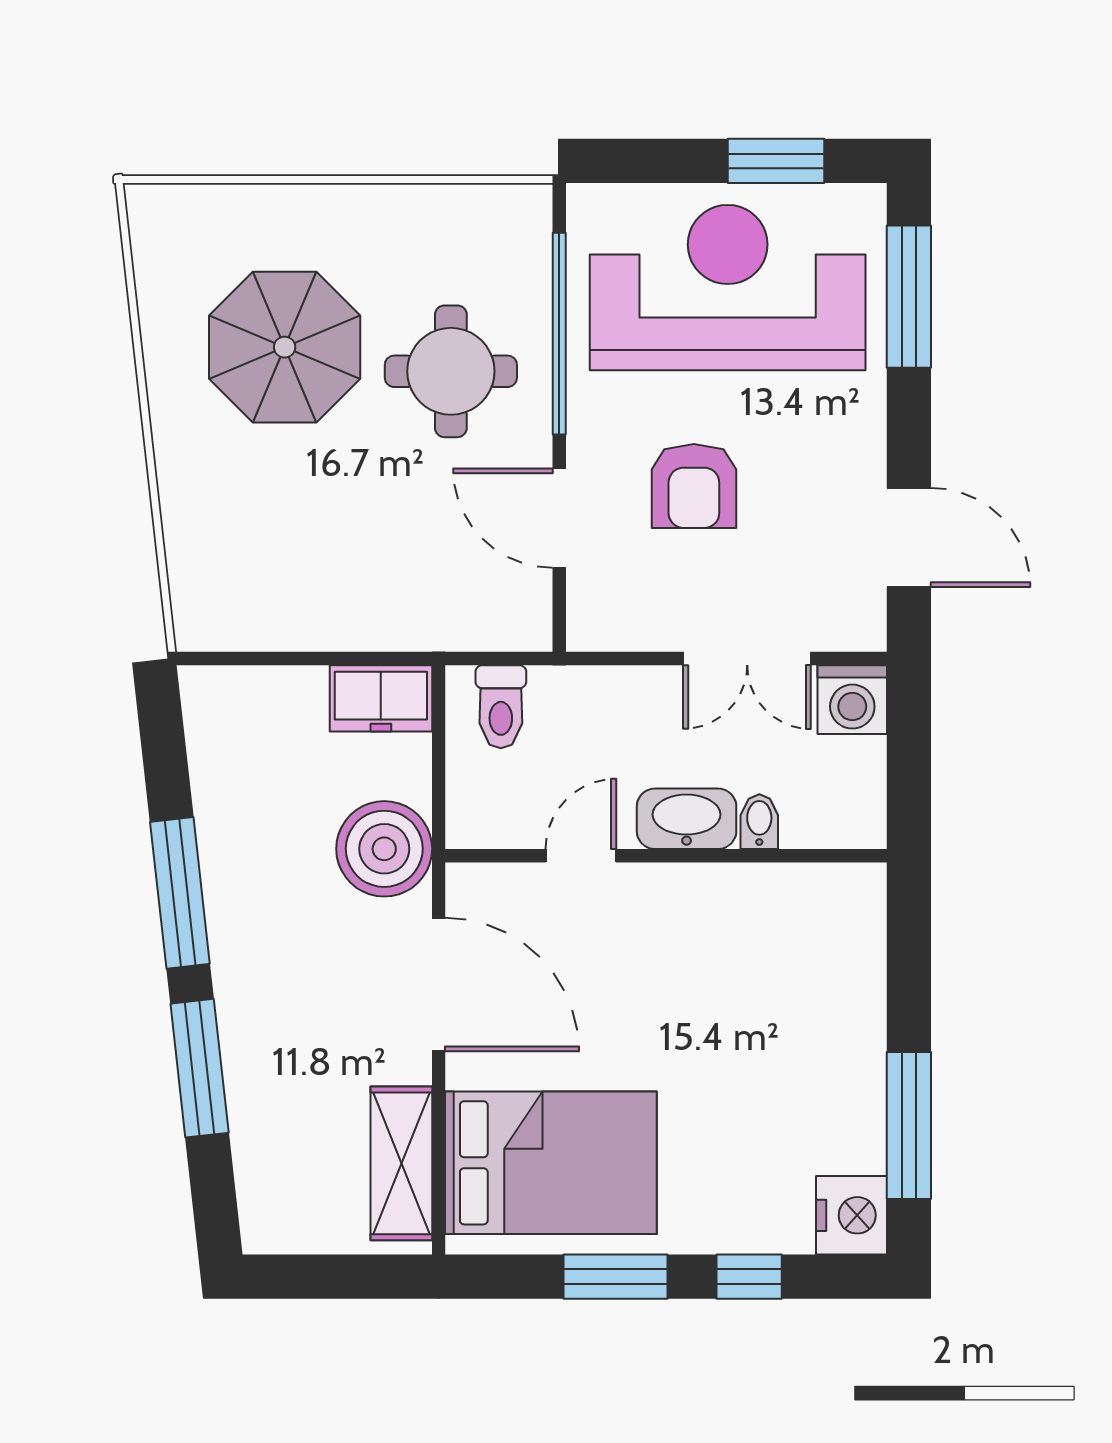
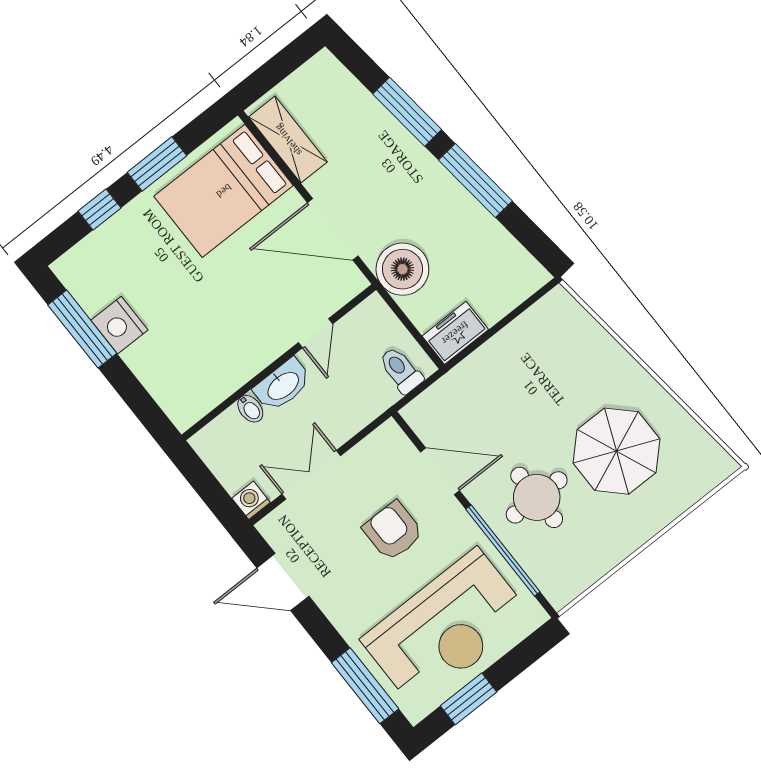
washing machine: (852, 700) -> (251, 500), width x0.73, depth x0.73
nightstand: (852, 1215) -> (119, 325), moved

